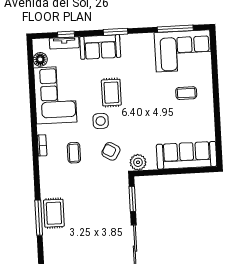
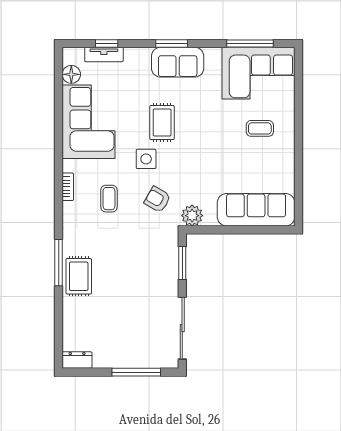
sofa: (100, 47) -> (178, 62), moved
window: (39, 218) -> (59, 263), moved

